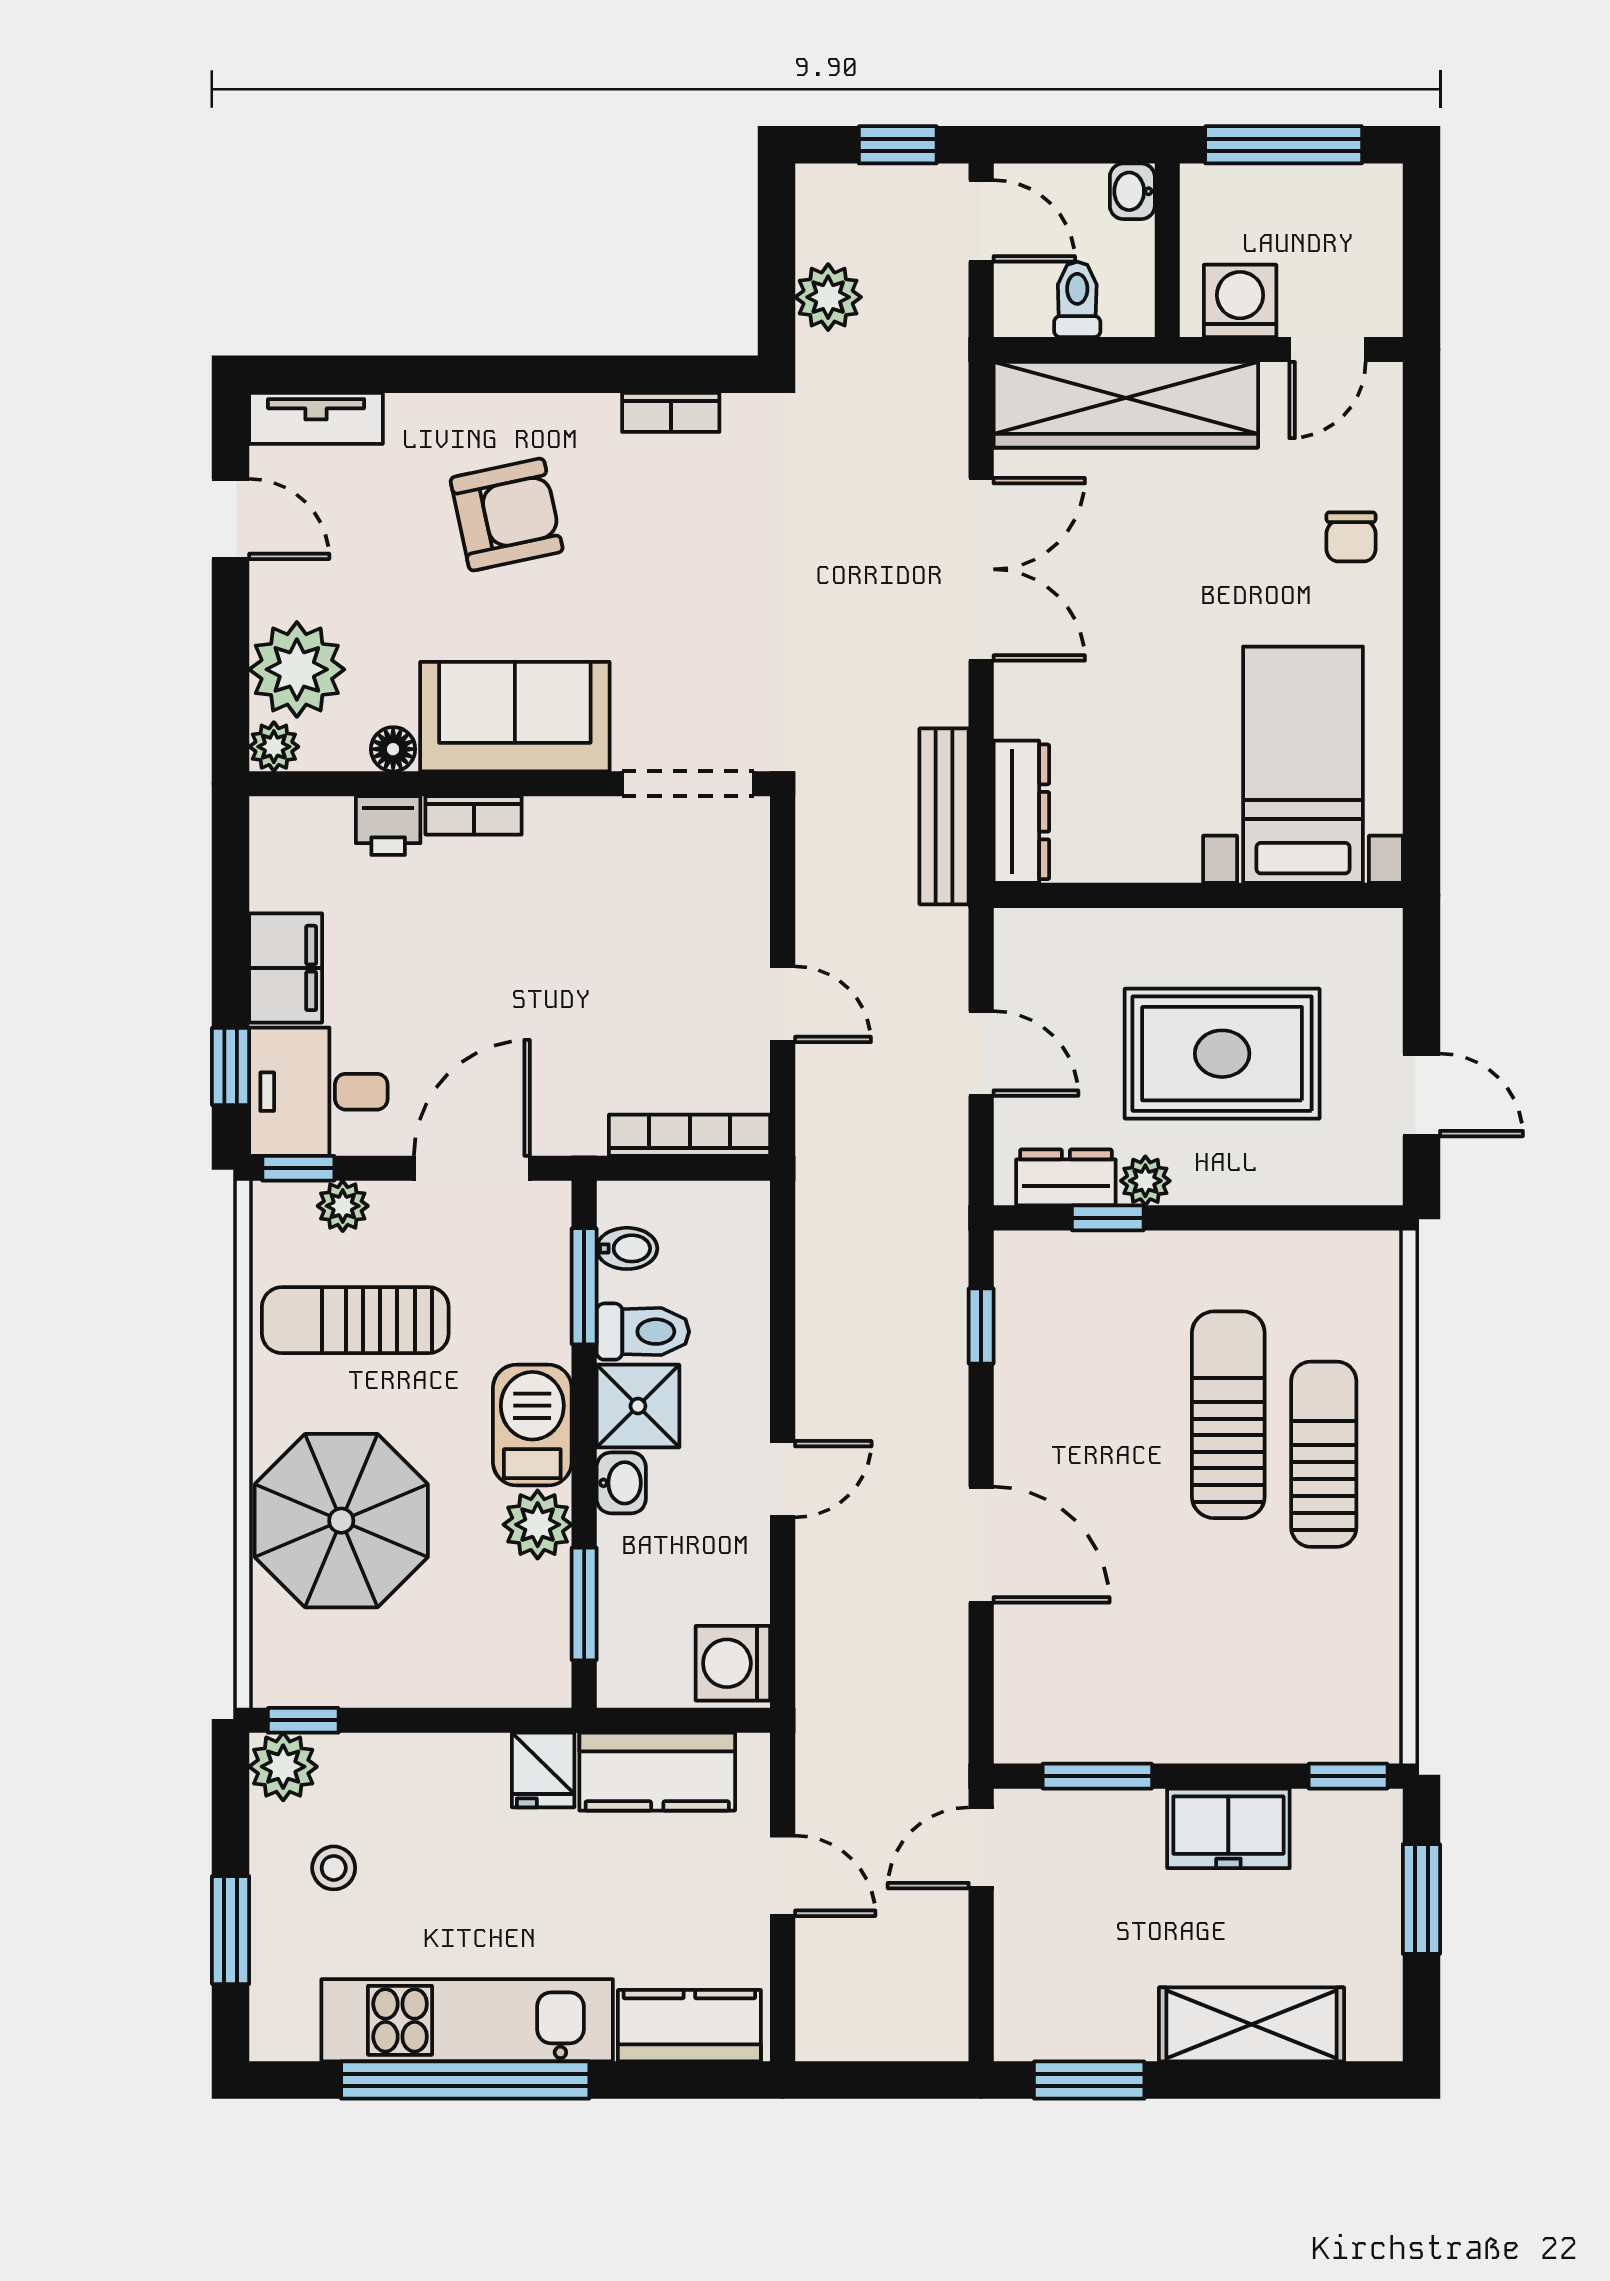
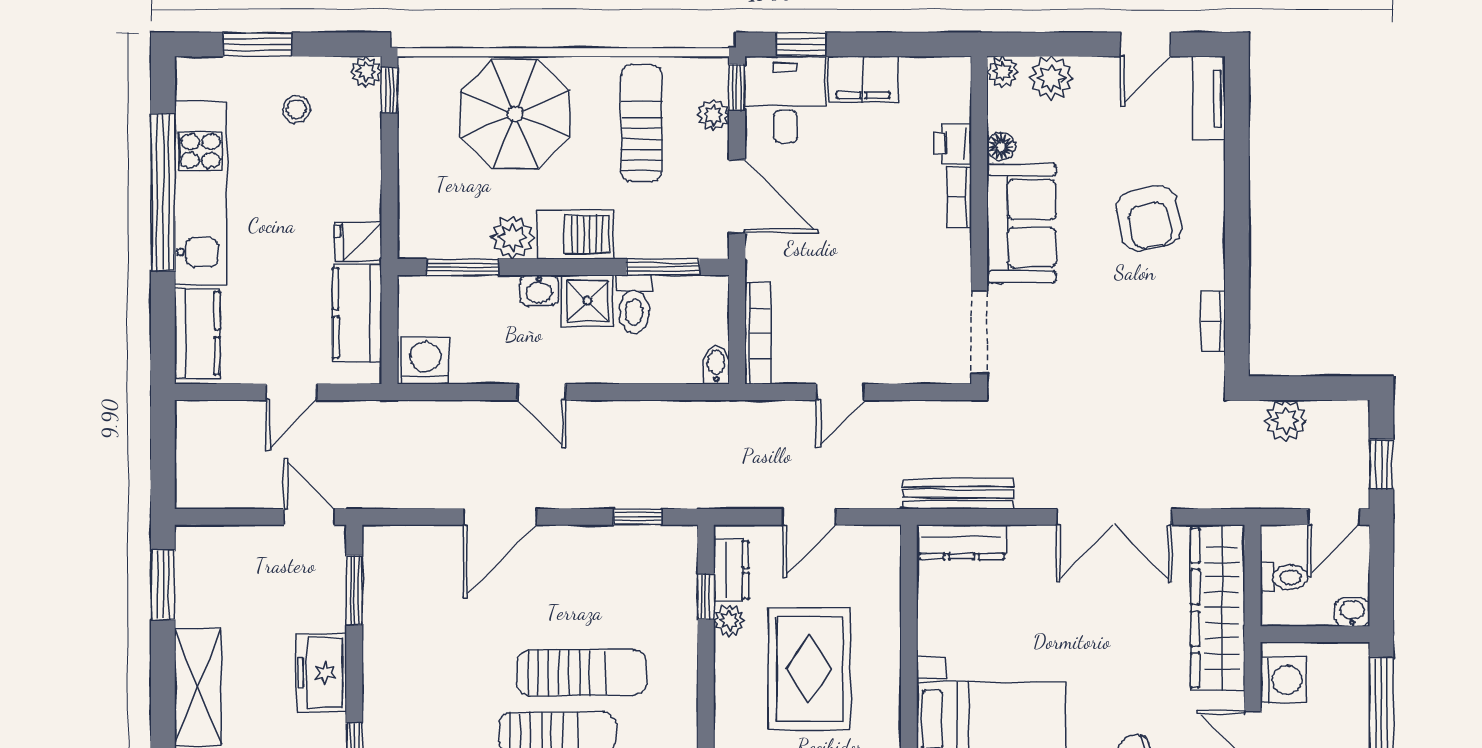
plant: (297, 669) -> (1051, 78), width x0.73, depth x0.73
bidet: (627, 1248) -> (716, 365), moved, turned 180
plant: (283, 1767) -> (366, 72), width x0.73, depth x0.73

